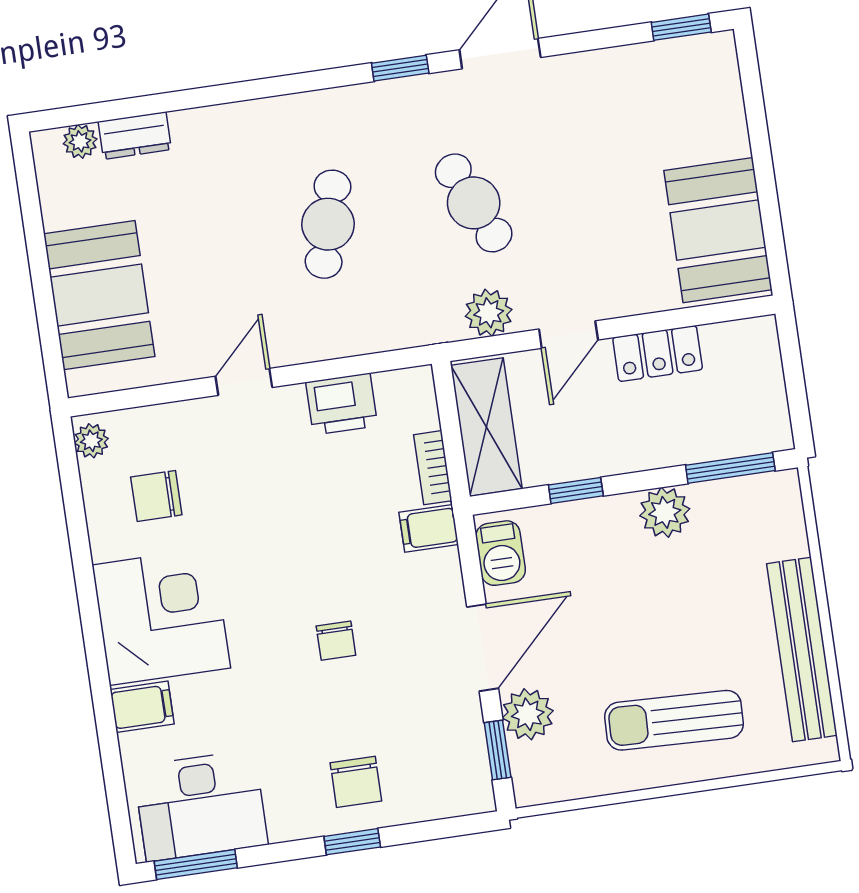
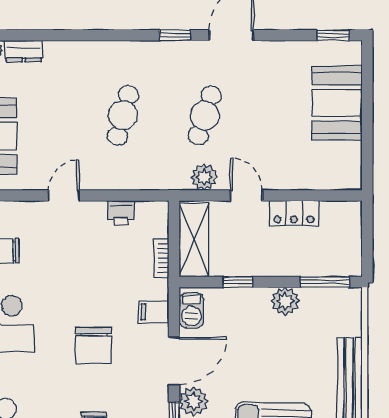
cafe table: (474, 203) -> (205, 115), turned 42
booth: (718, 230) -> (337, 103), moved
door: (568, 335) -> (246, 195), swing flipped
printer: (342, 404) -> (121, 213), width x0.73, depth x0.81
filing cabinet: (429, 528) -> (154, 312), moved
chair: (336, 641) -> (94, 345), width x1.87, depth x1.87

